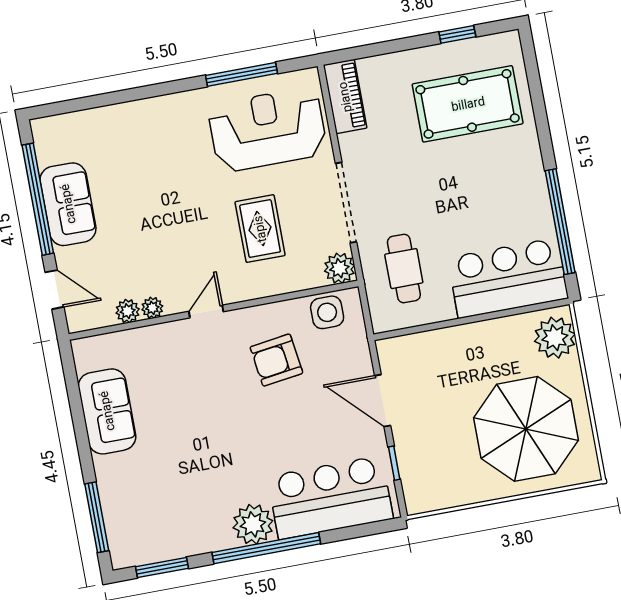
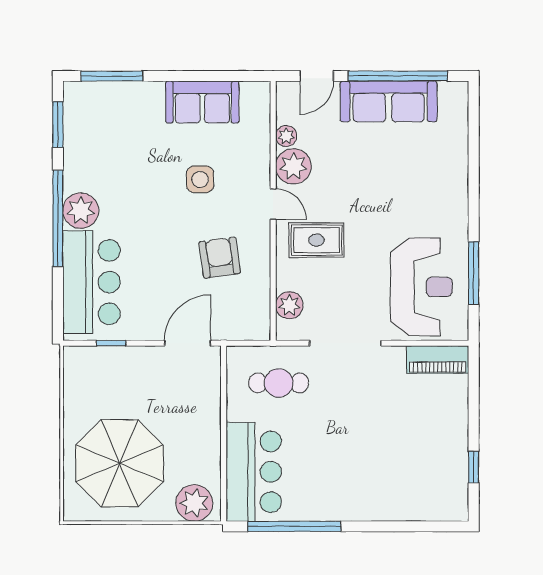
pool table: (468, 104) -> (412, 465), removed
sofa: (68, 204) -> (389, 101), width x1.36
rug: (260, 229) -> (316, 240), moved
plant: (339, 268) -> (289, 305), moved
plant: (152, 308) -> (293, 166), width x1.88, depth x1.88
side table: (327, 312) -> (200, 179), moved
door: (383, 401) -> (188, 343), moved

